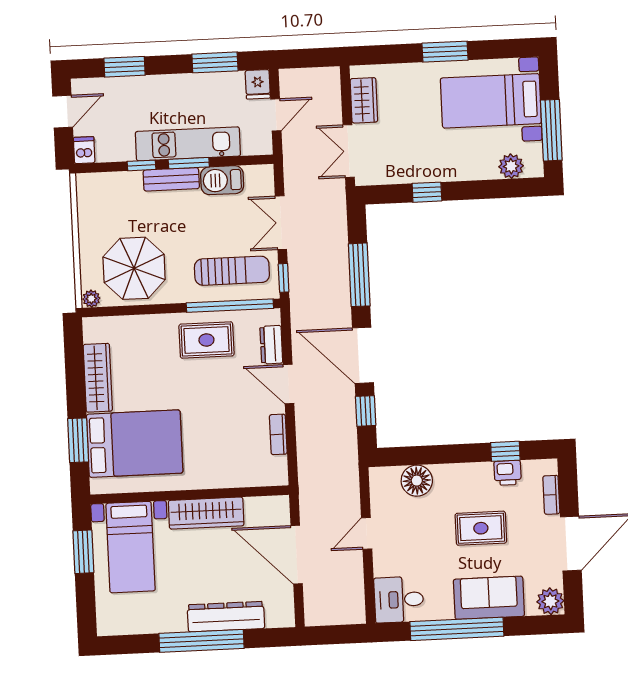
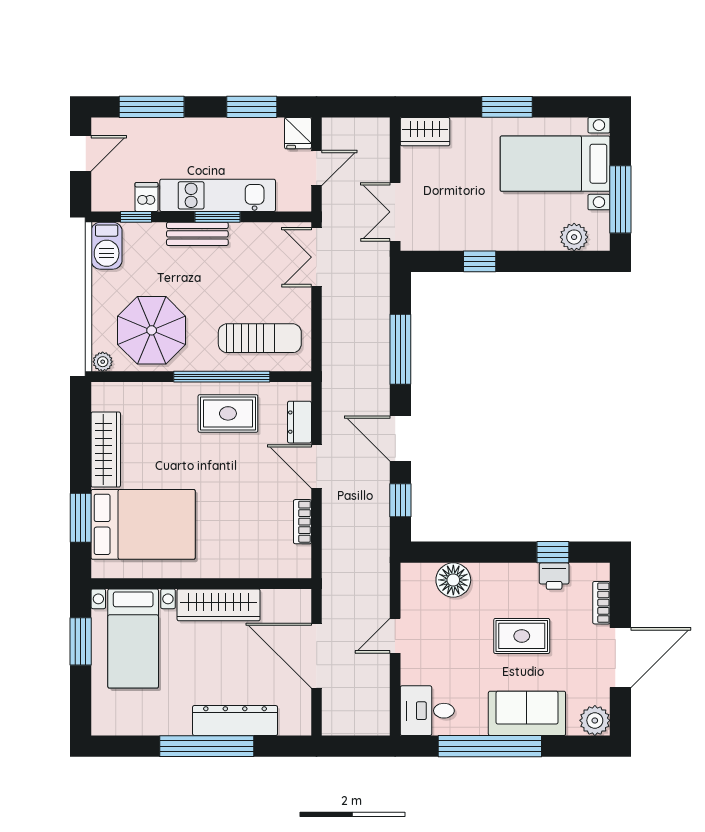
window: (124, 67) -> (152, 107), width x1.44
wardrobe: (364, 100) -> (425, 132), moved, turned 90
dishwasher: (84, 150) -> (146, 197), moved
window: (141, 165) -> (136, 217), moved
barbecue: (222, 180) -> (107, 246), moved, turned -90
double door: (281, 223) -> (317, 257), moved
window: (284, 278) -> (317, 349), removed
window: (230, 306) -> (222, 377), moved
door: (363, 355) -> (400, 439), width x0.73

